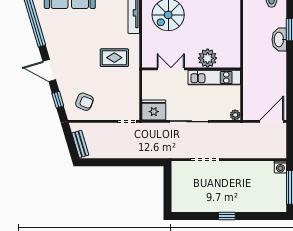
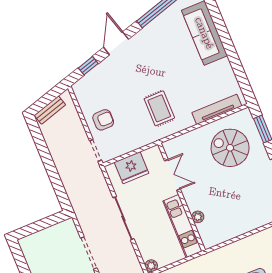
plant: (208, 58) -> (198, 217), width x0.53, depth x0.53
armchair: (84, 102) -> (103, 120), moved, turned -112
fridge: (154, 110) -> (132, 168), moved, turned 90

